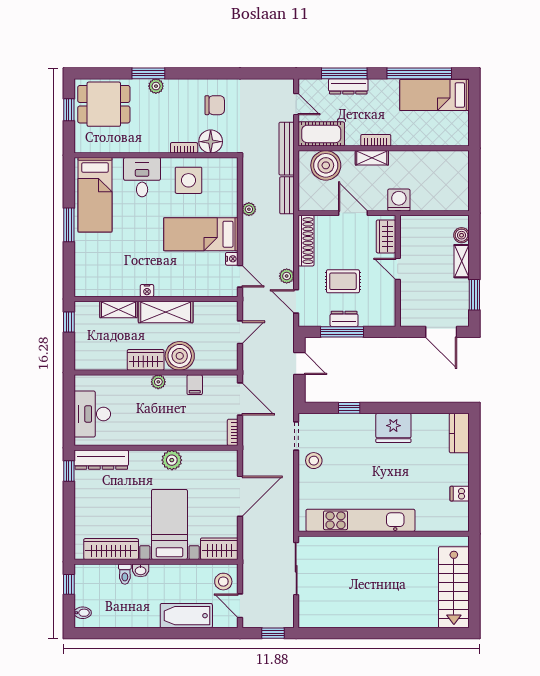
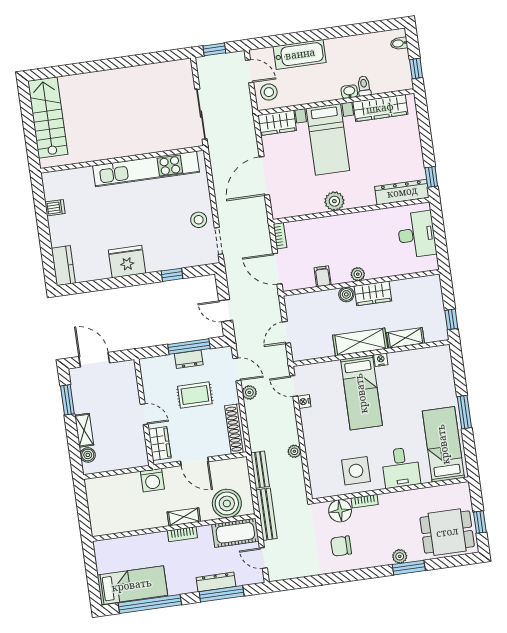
bed: (201, 234) -> (361, 393), moved, turned 90
boiler: (180, 356) -> (346, 294), width x0.54, depth x0.54

